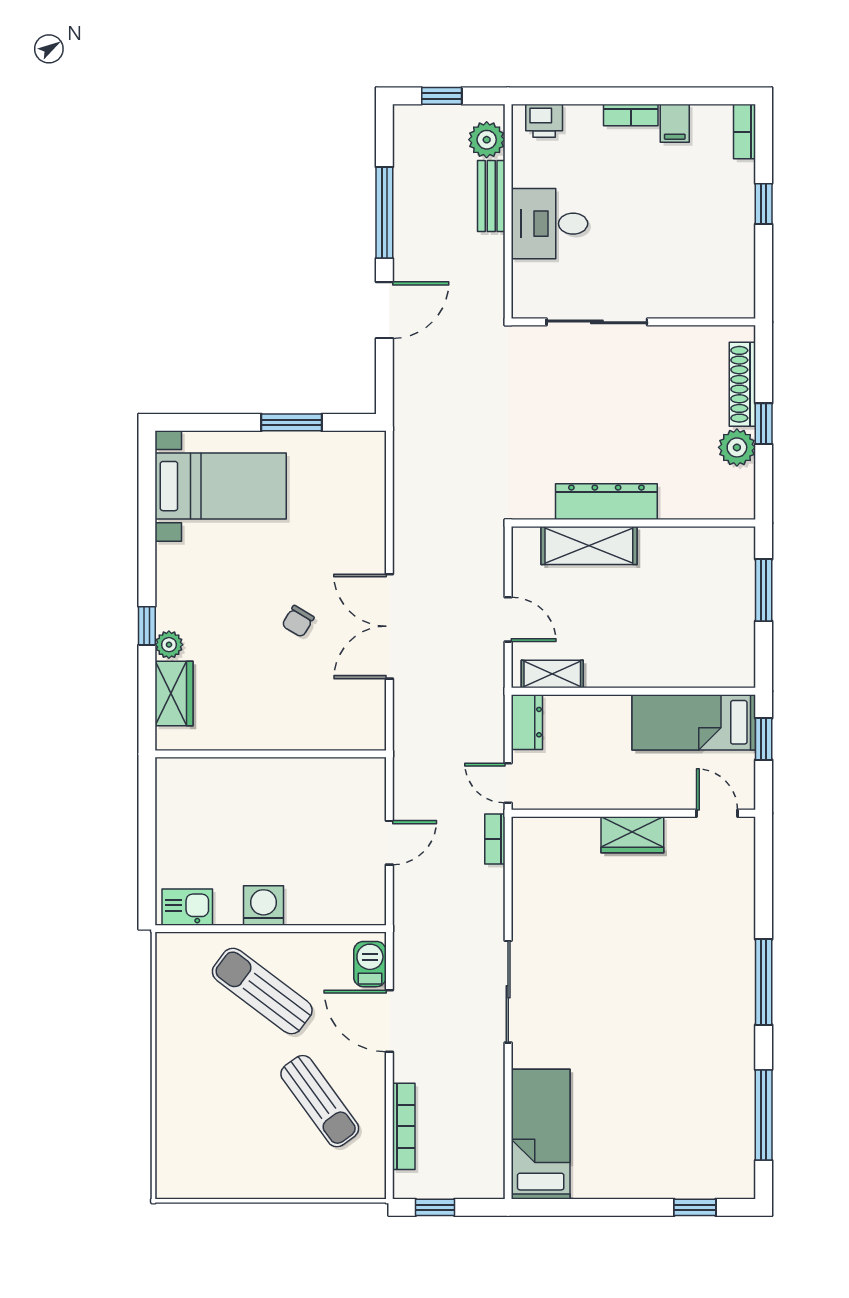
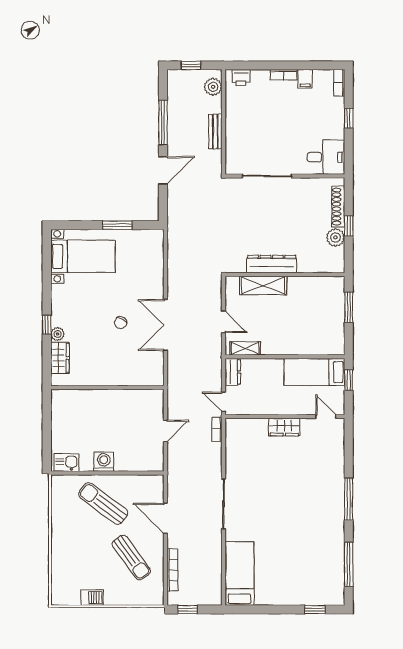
bench: (491, 196) -> (215, 131), moved
desk: (549, 224) -> (326, 157), moved, turned 180
barbecue: (370, 964) -> (92, 598), moved, turned 90

